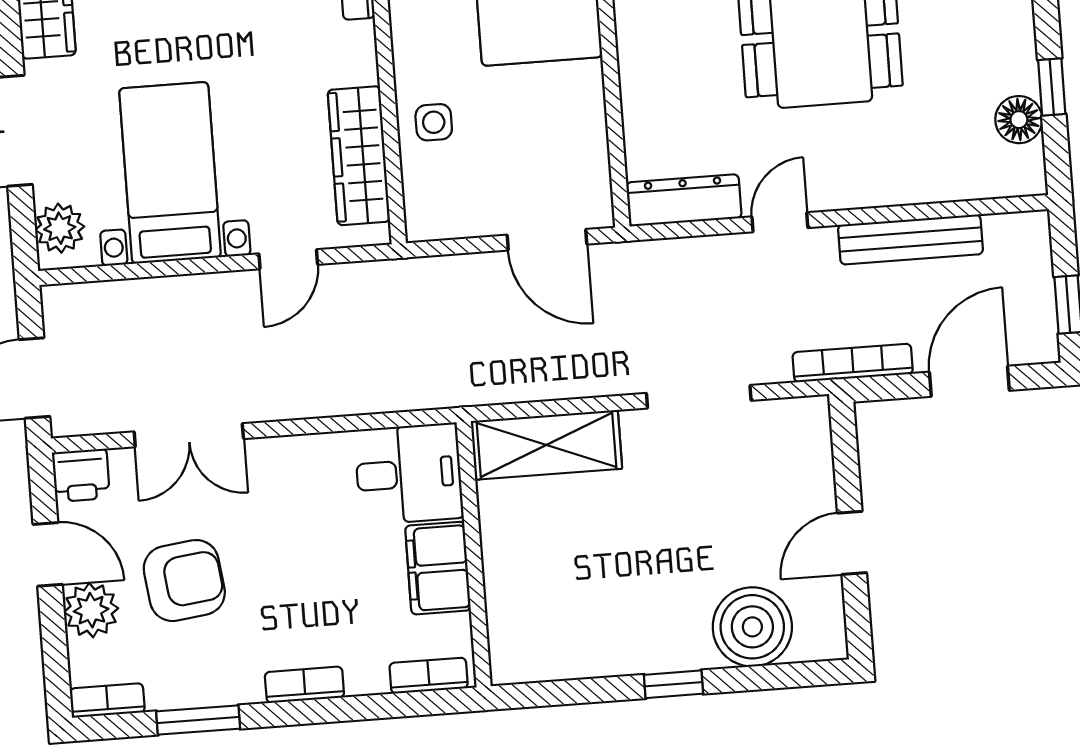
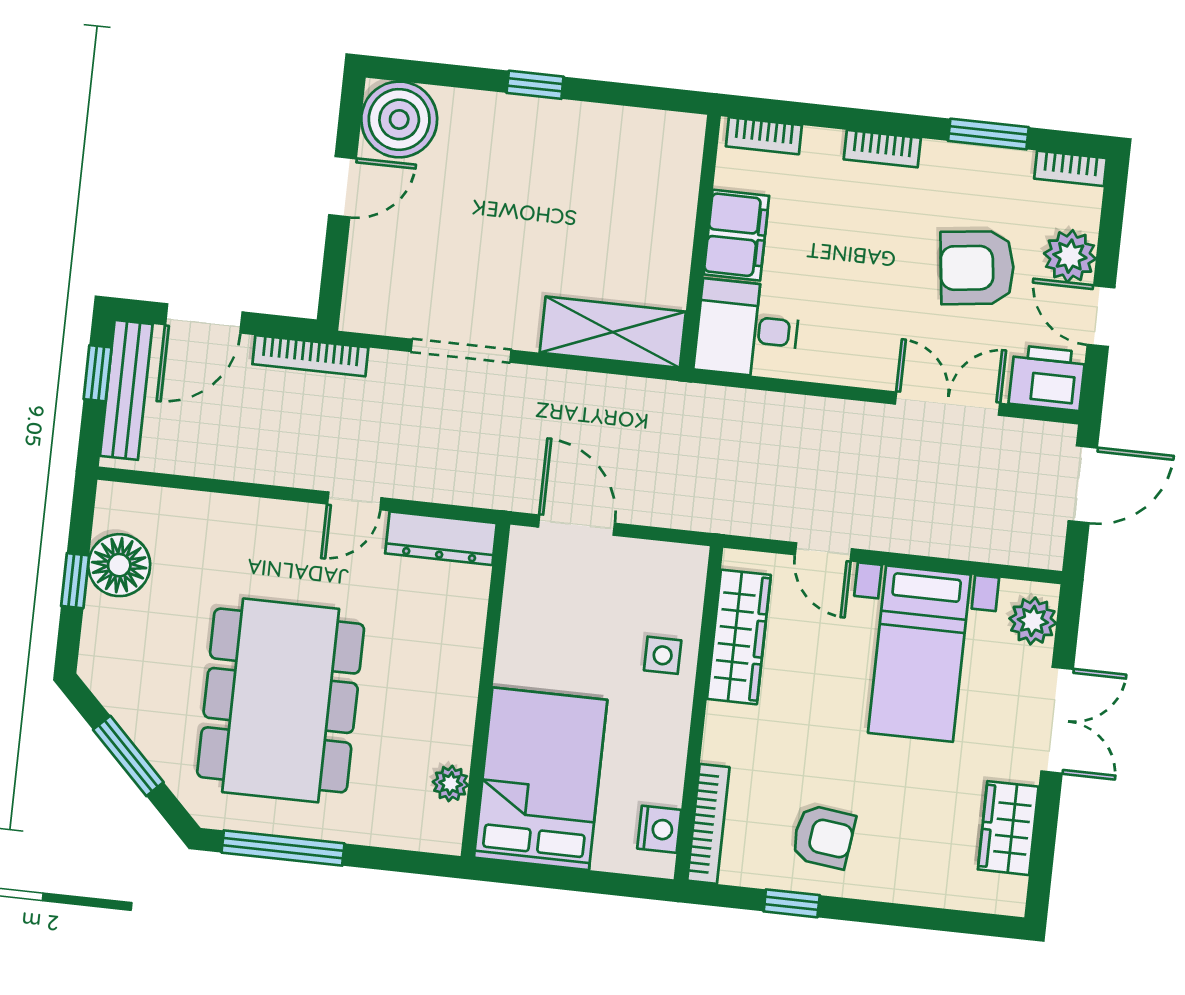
floor lamp: (1019, 120) -> (119, 565), width x1.38, depth x1.38
bench: (910, 239) -> (126, 390), moved, turned 90
door: (288, 259) -> (823, 552), swing flipped
printer: (81, 475) -> (1047, 378), width x1.36, depth x1.24
boiler: (752, 627) -> (399, 119), moved

